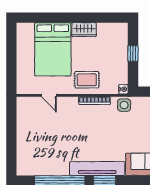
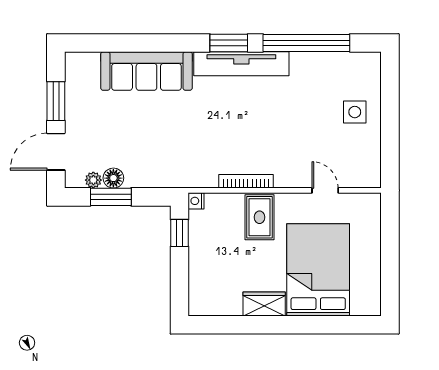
window: (133, 54) -> (180, 233), moved
rug: (87, 80) -> (259, 217), turned 90
side table: (124, 105) -> (355, 112), moved

